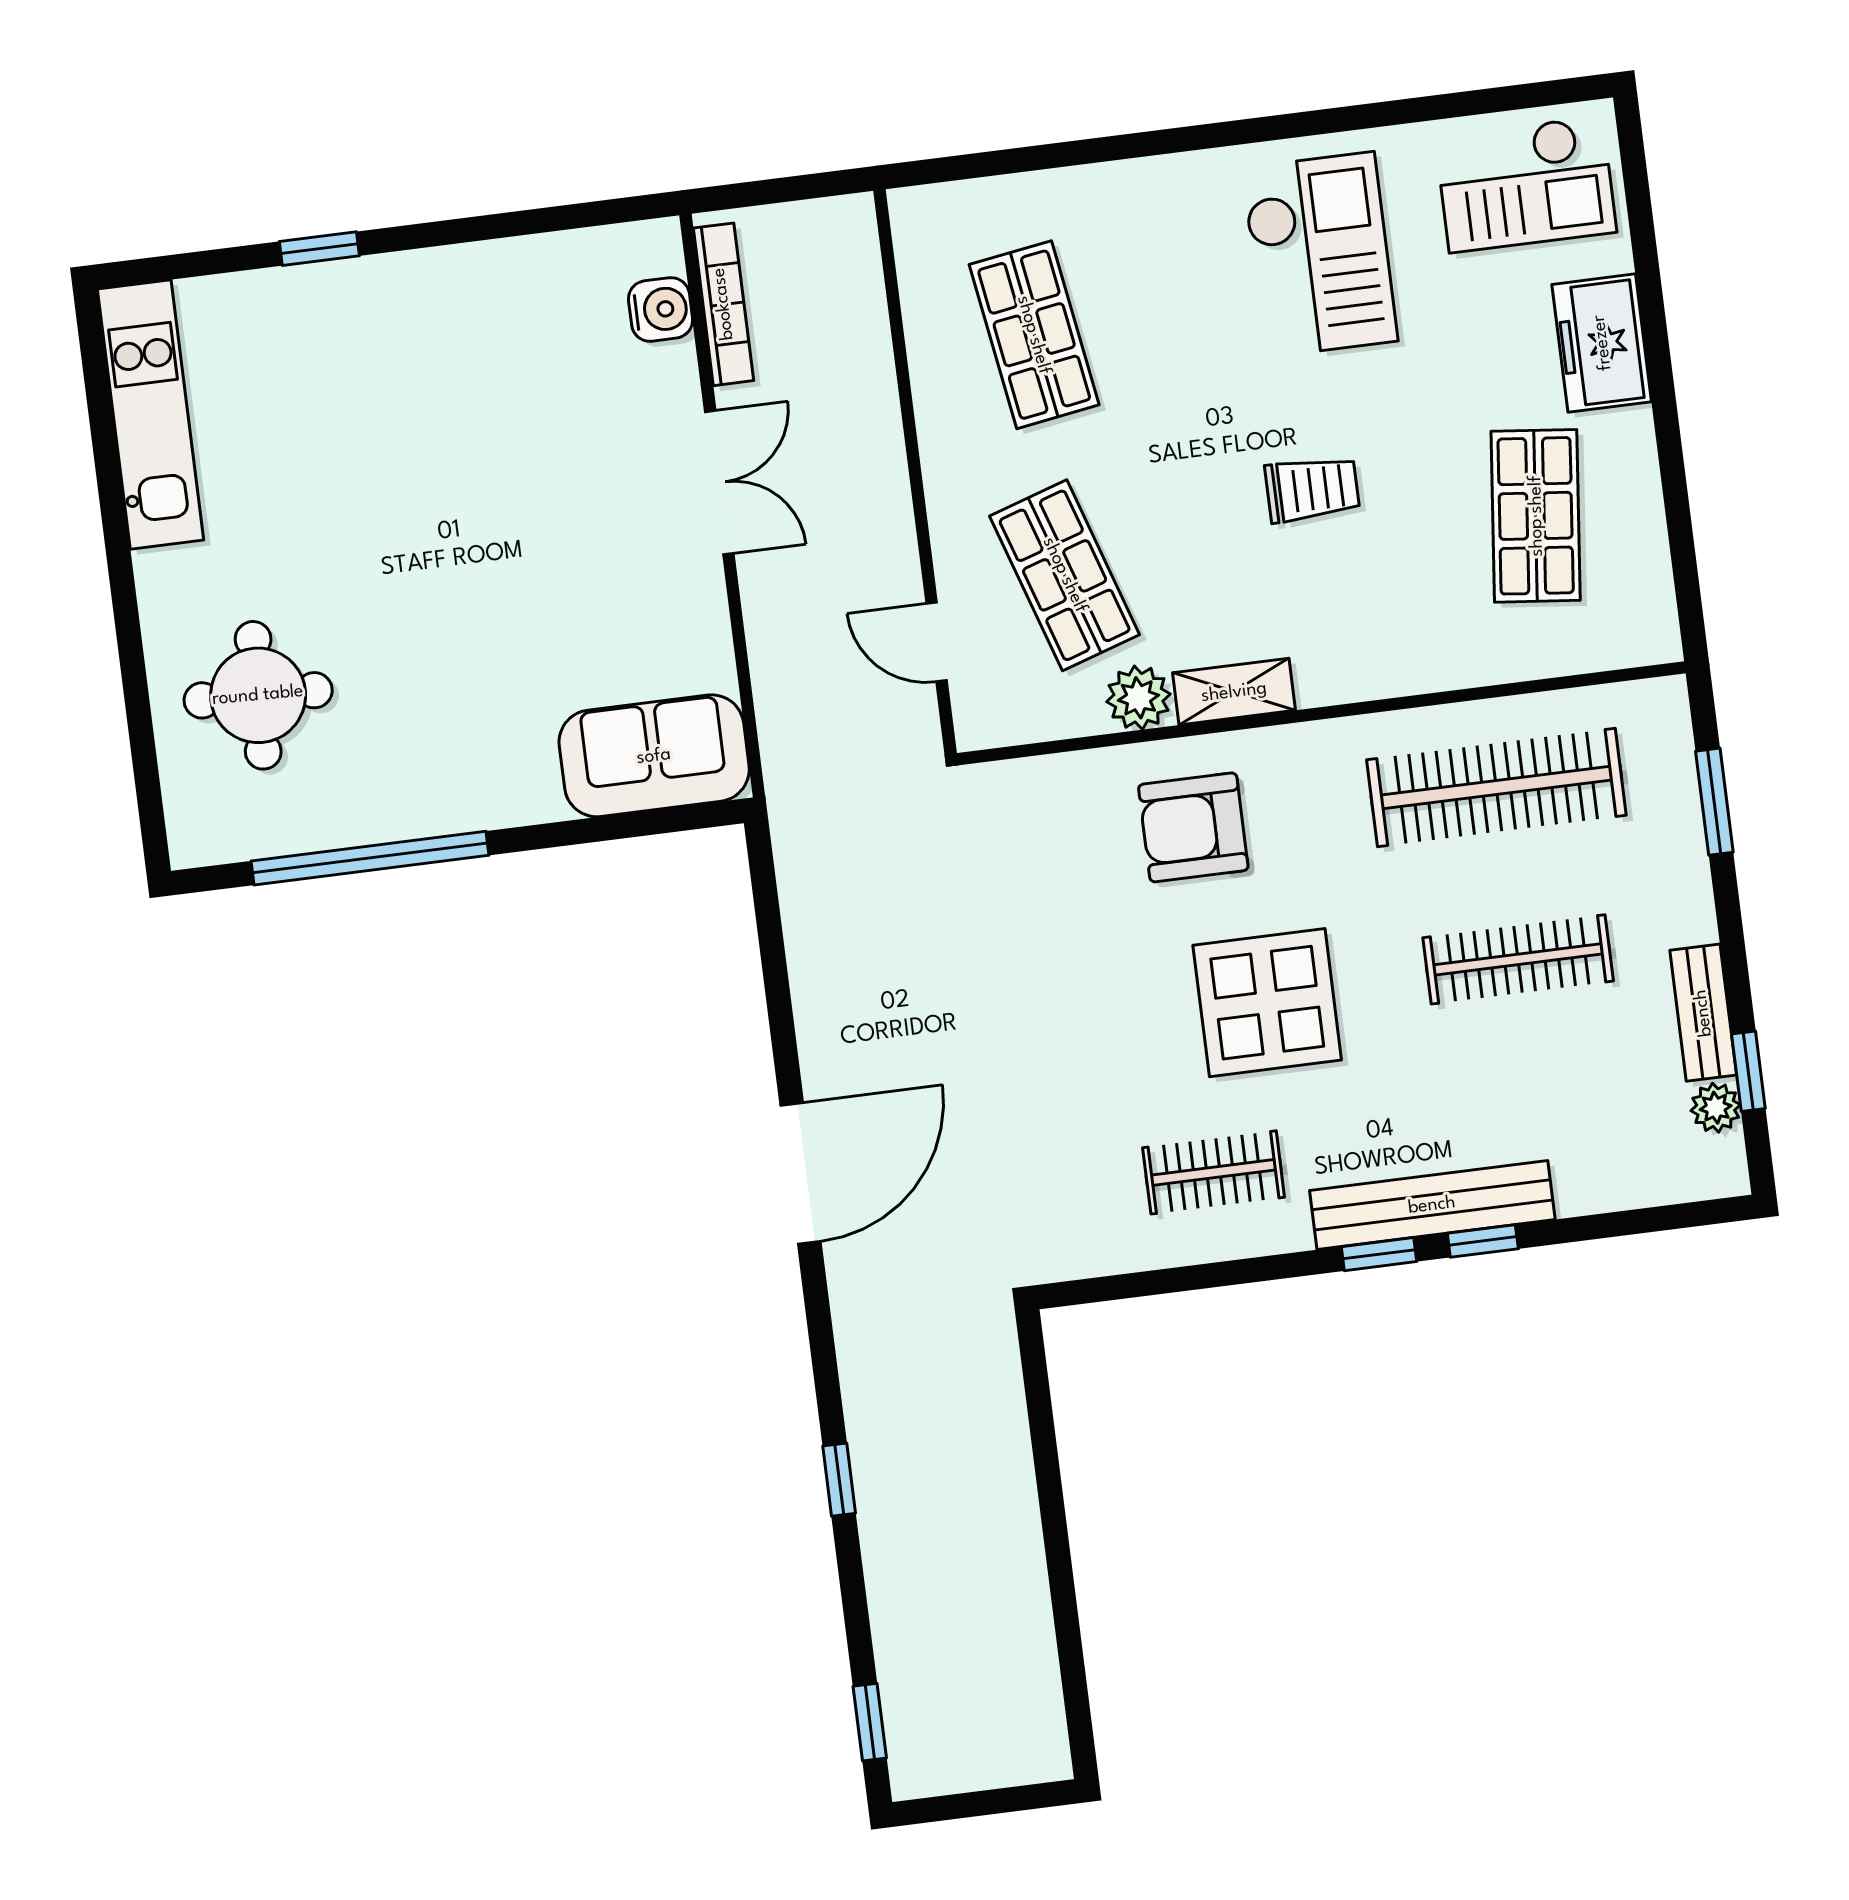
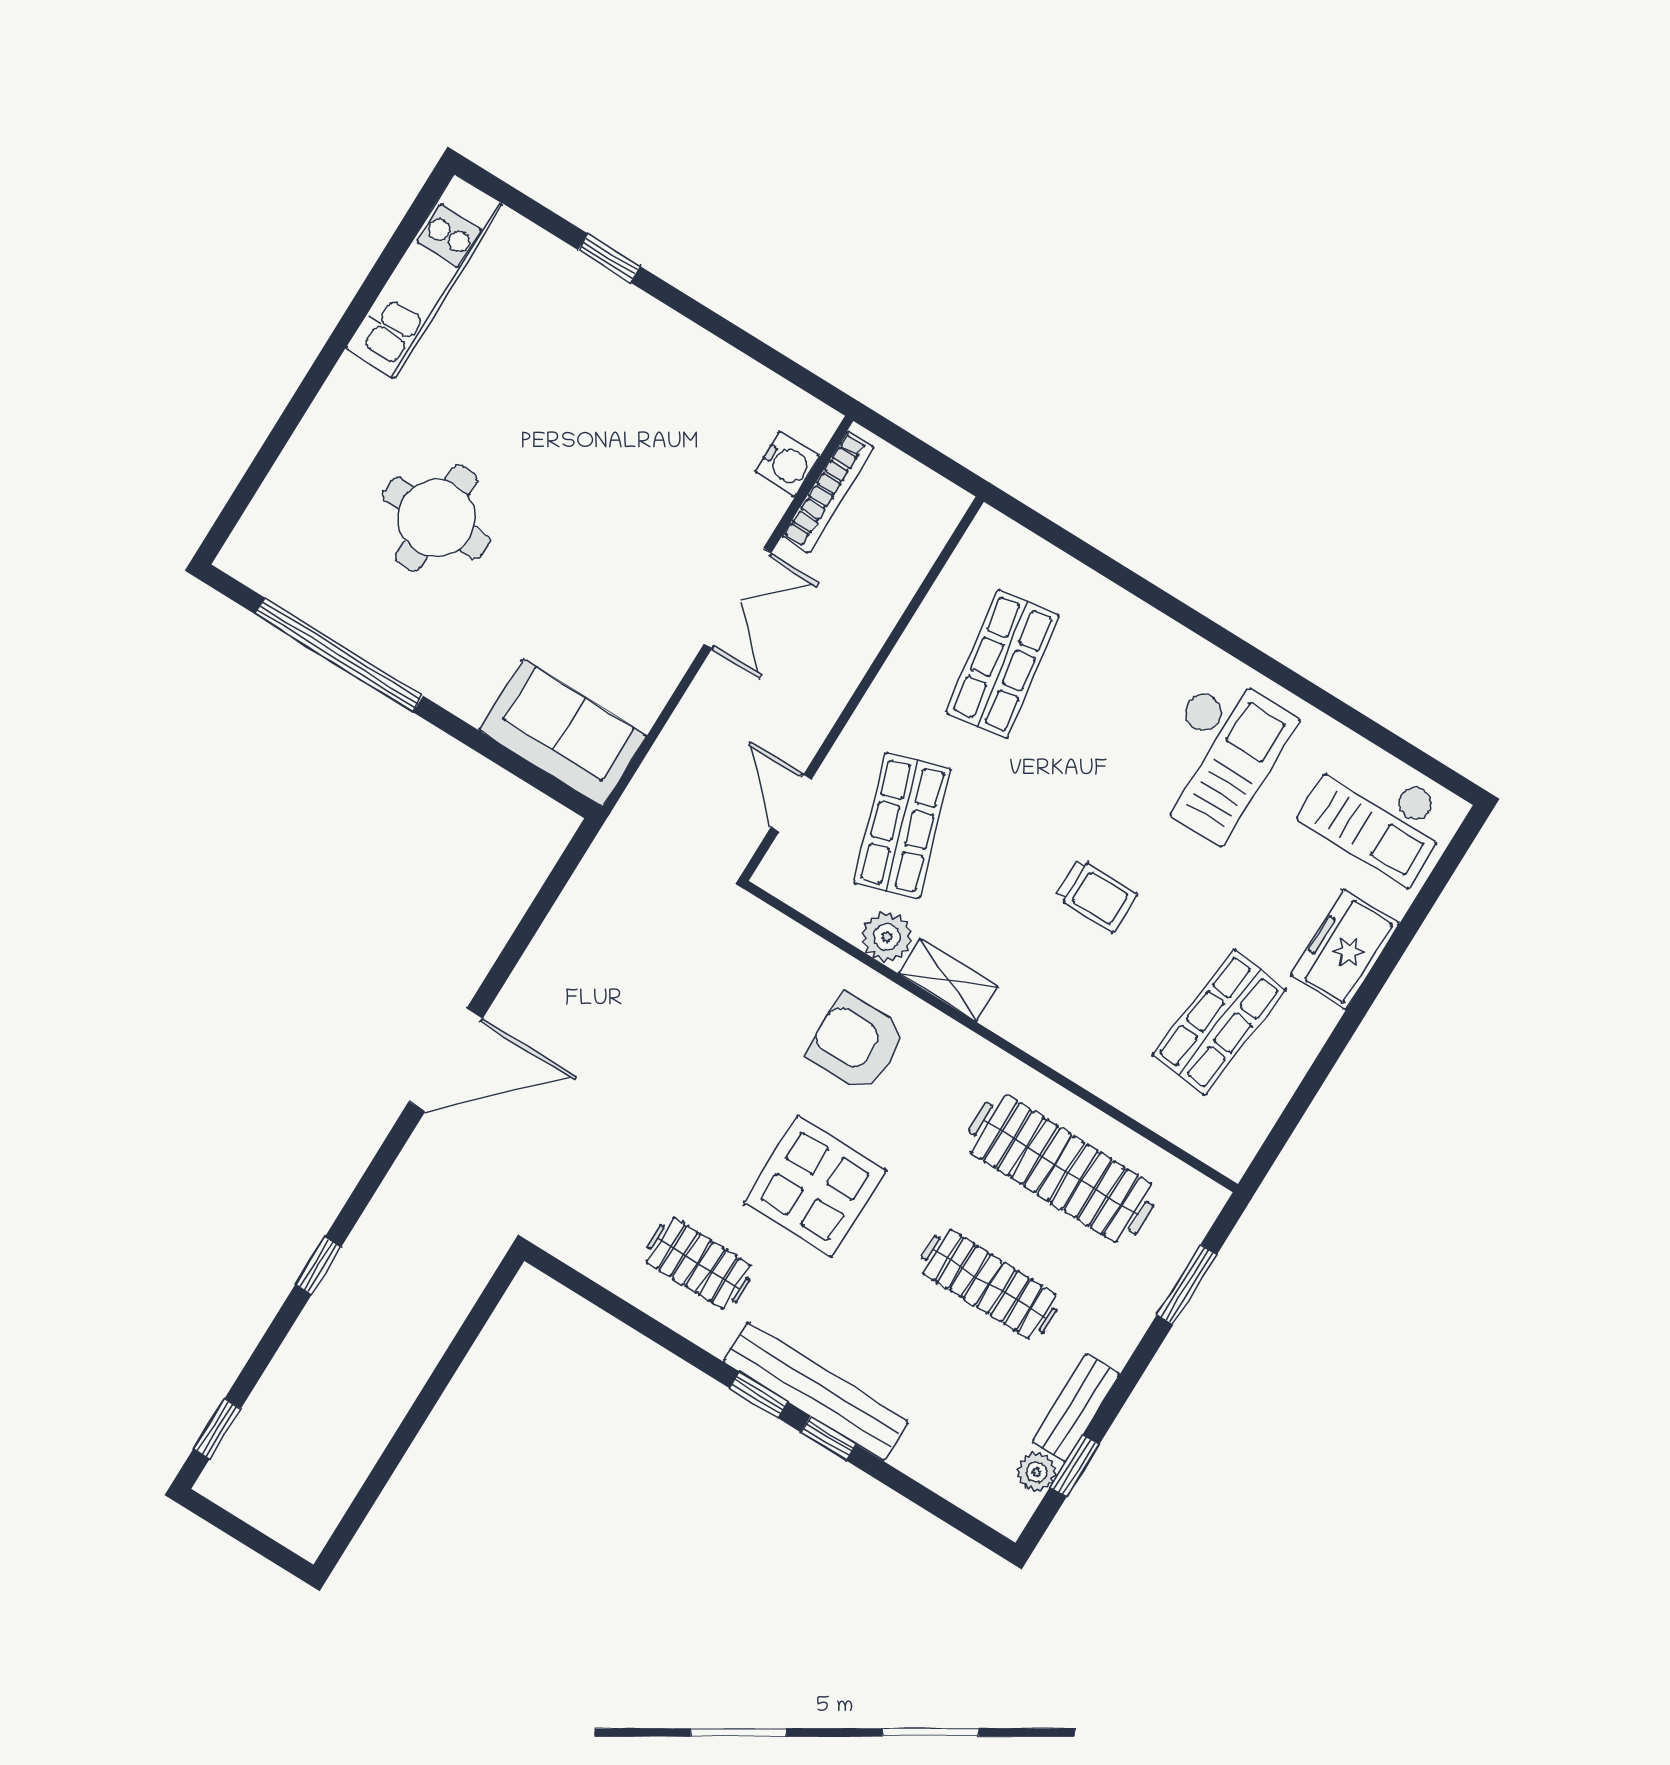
round table: (258, 695) -> (436, 518), moved

